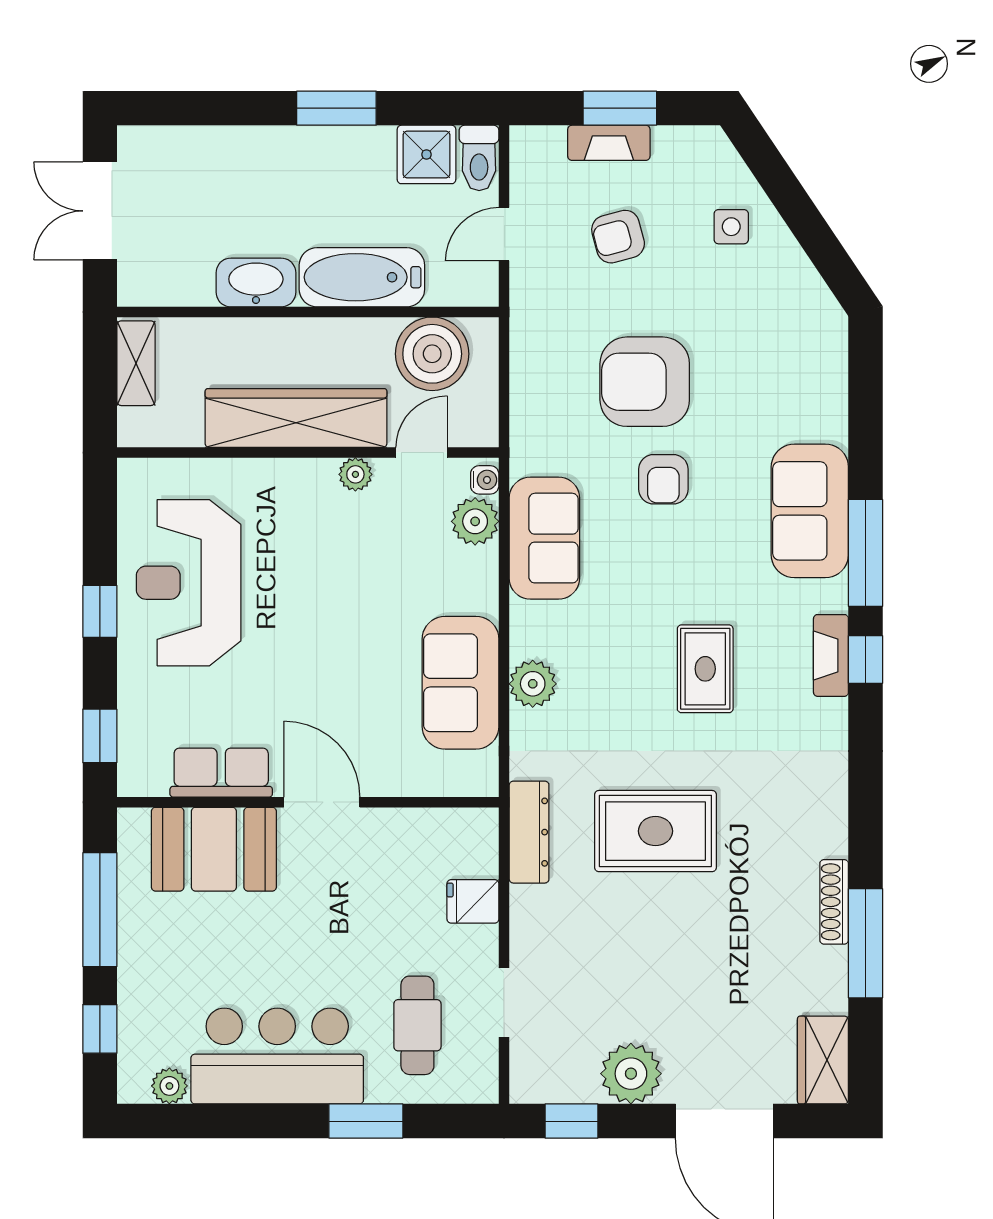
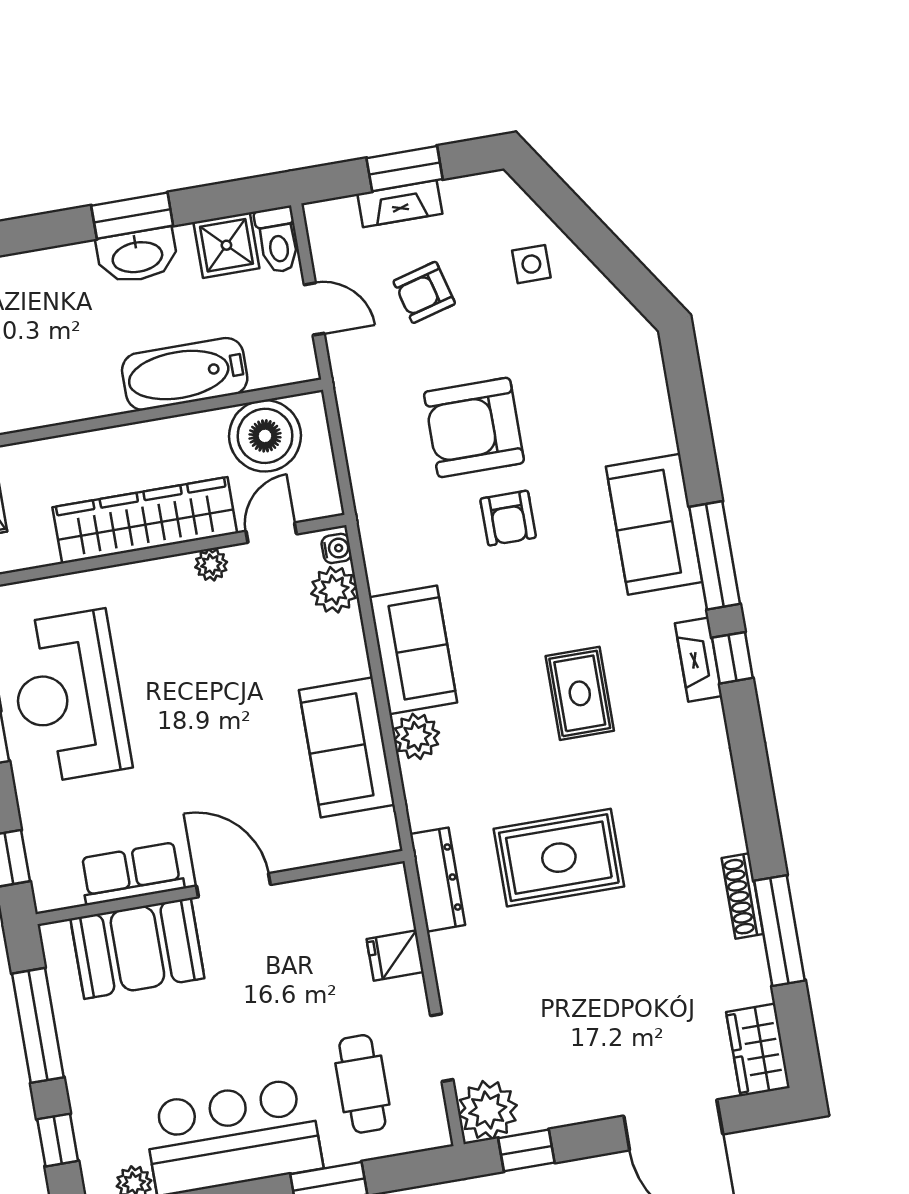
door: (504, 234) -> (314, 309), swing flipped
washbasin: (256, 282) -> (137, 256), moved, turned 180
sofa: (544, 538) -> (413, 650), moved
plant: (631, 1074) -> (488, 1110), moved

